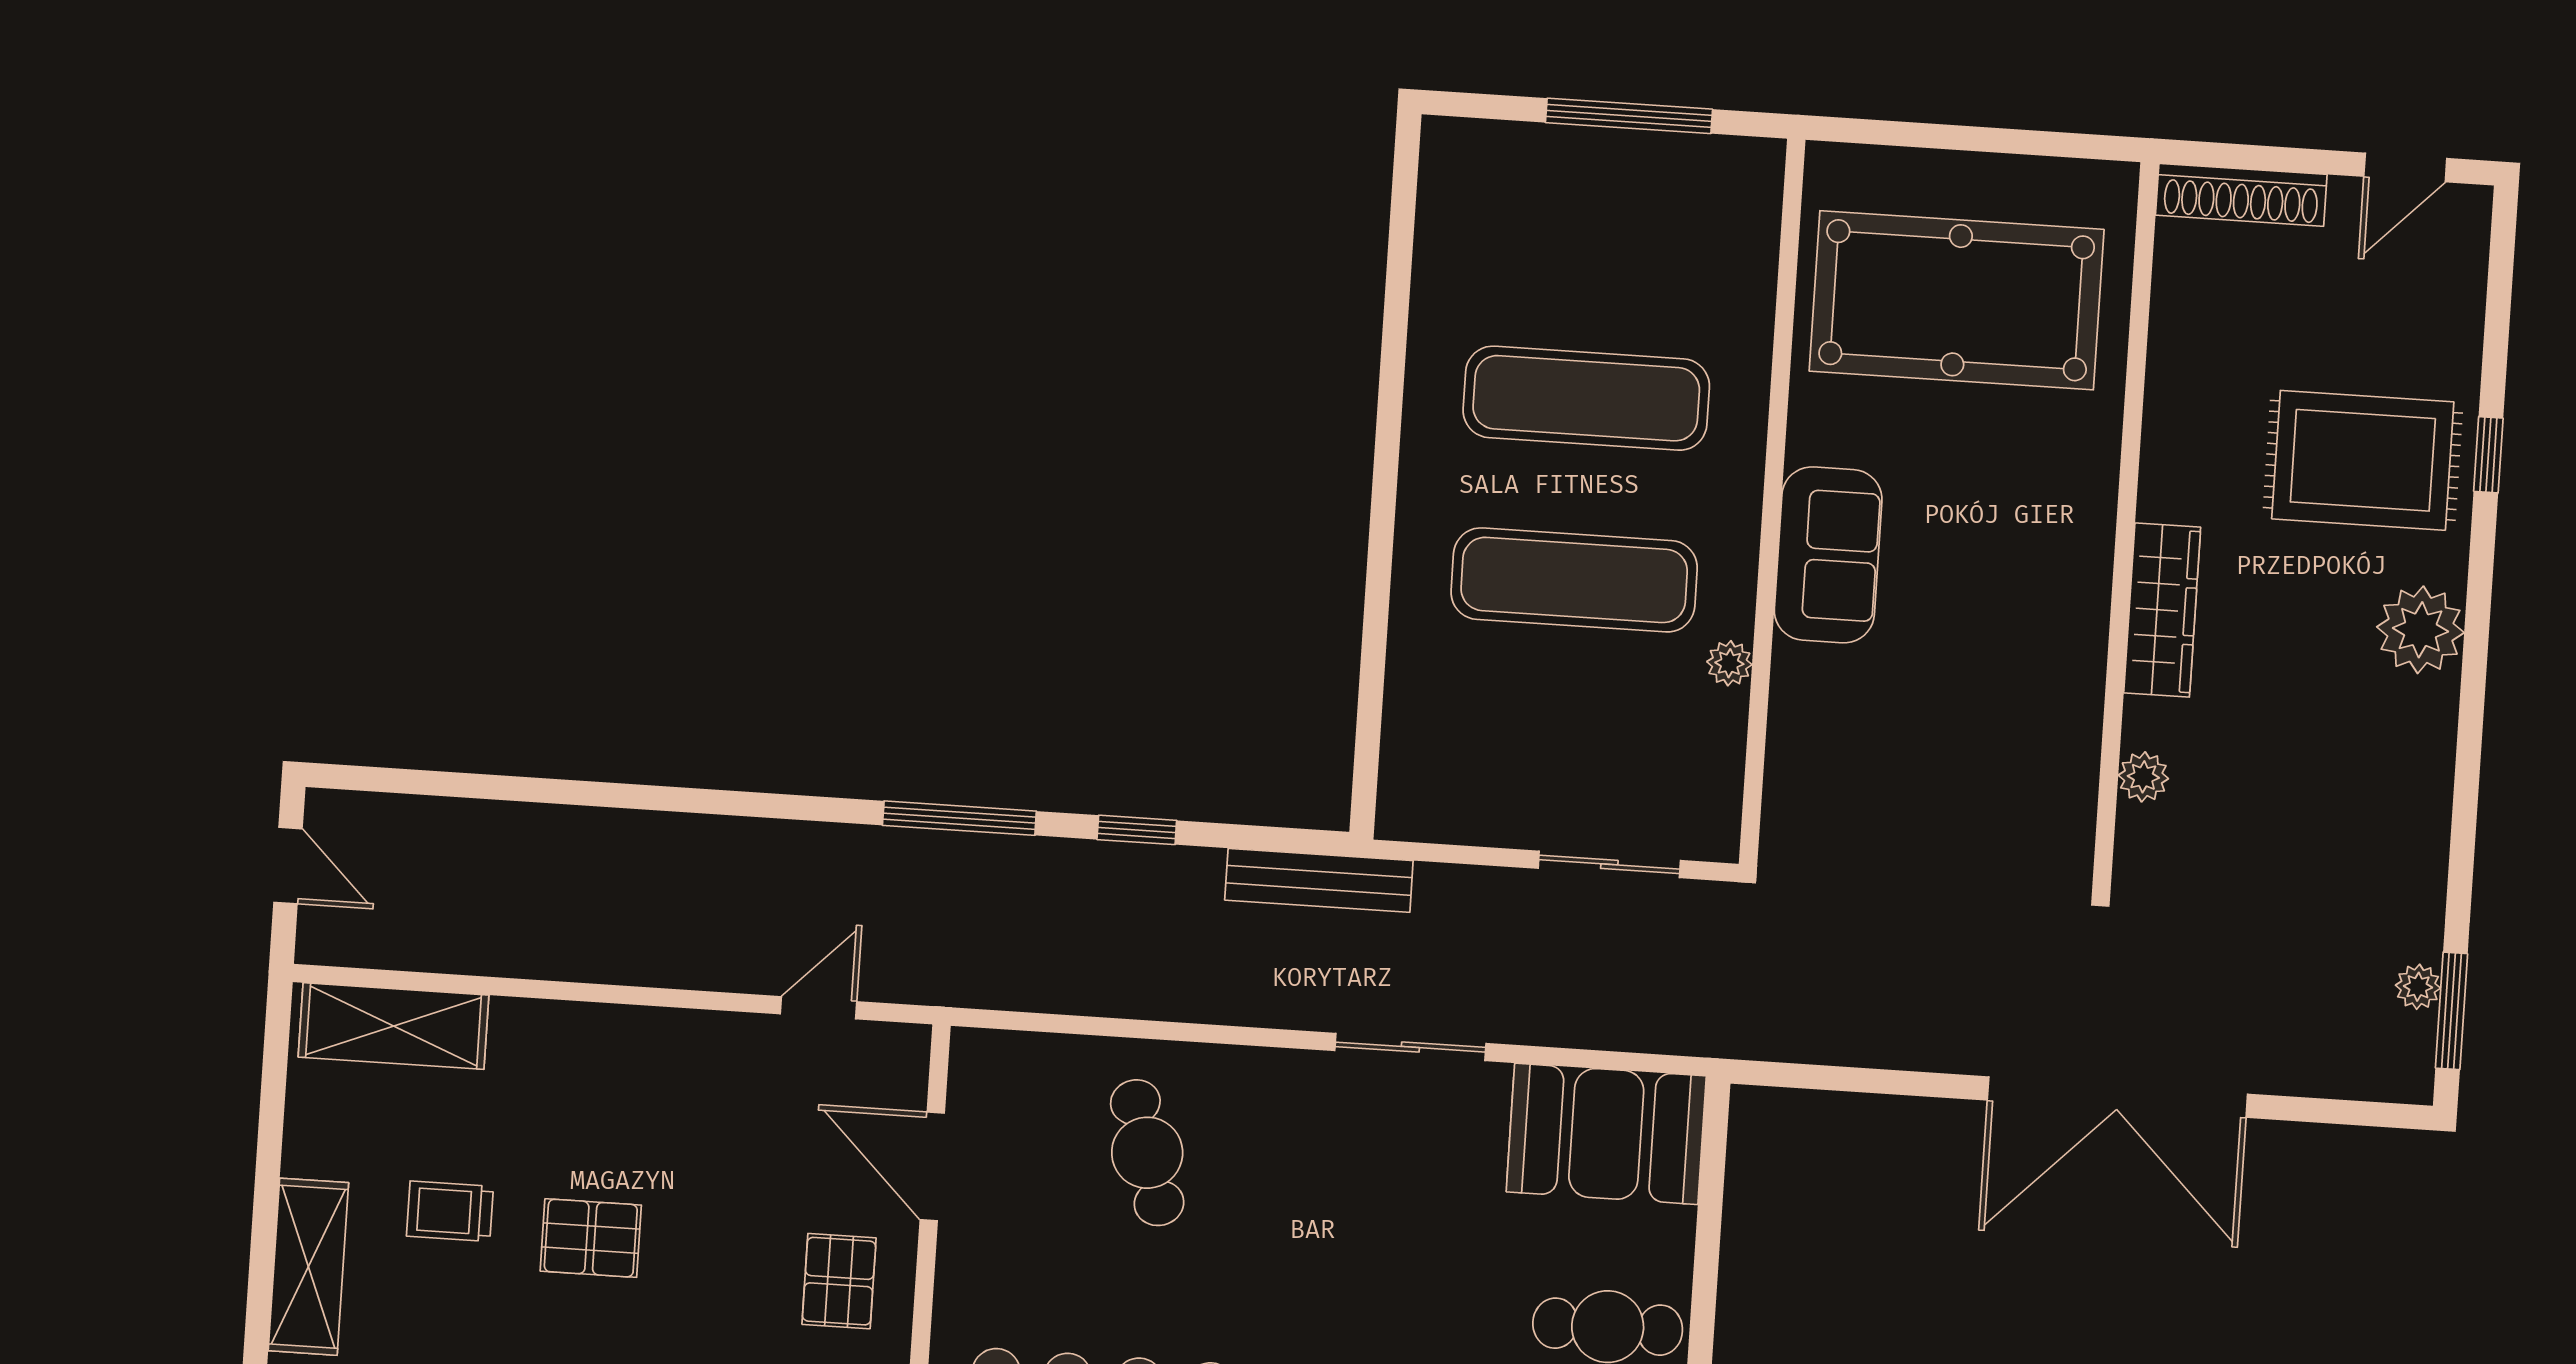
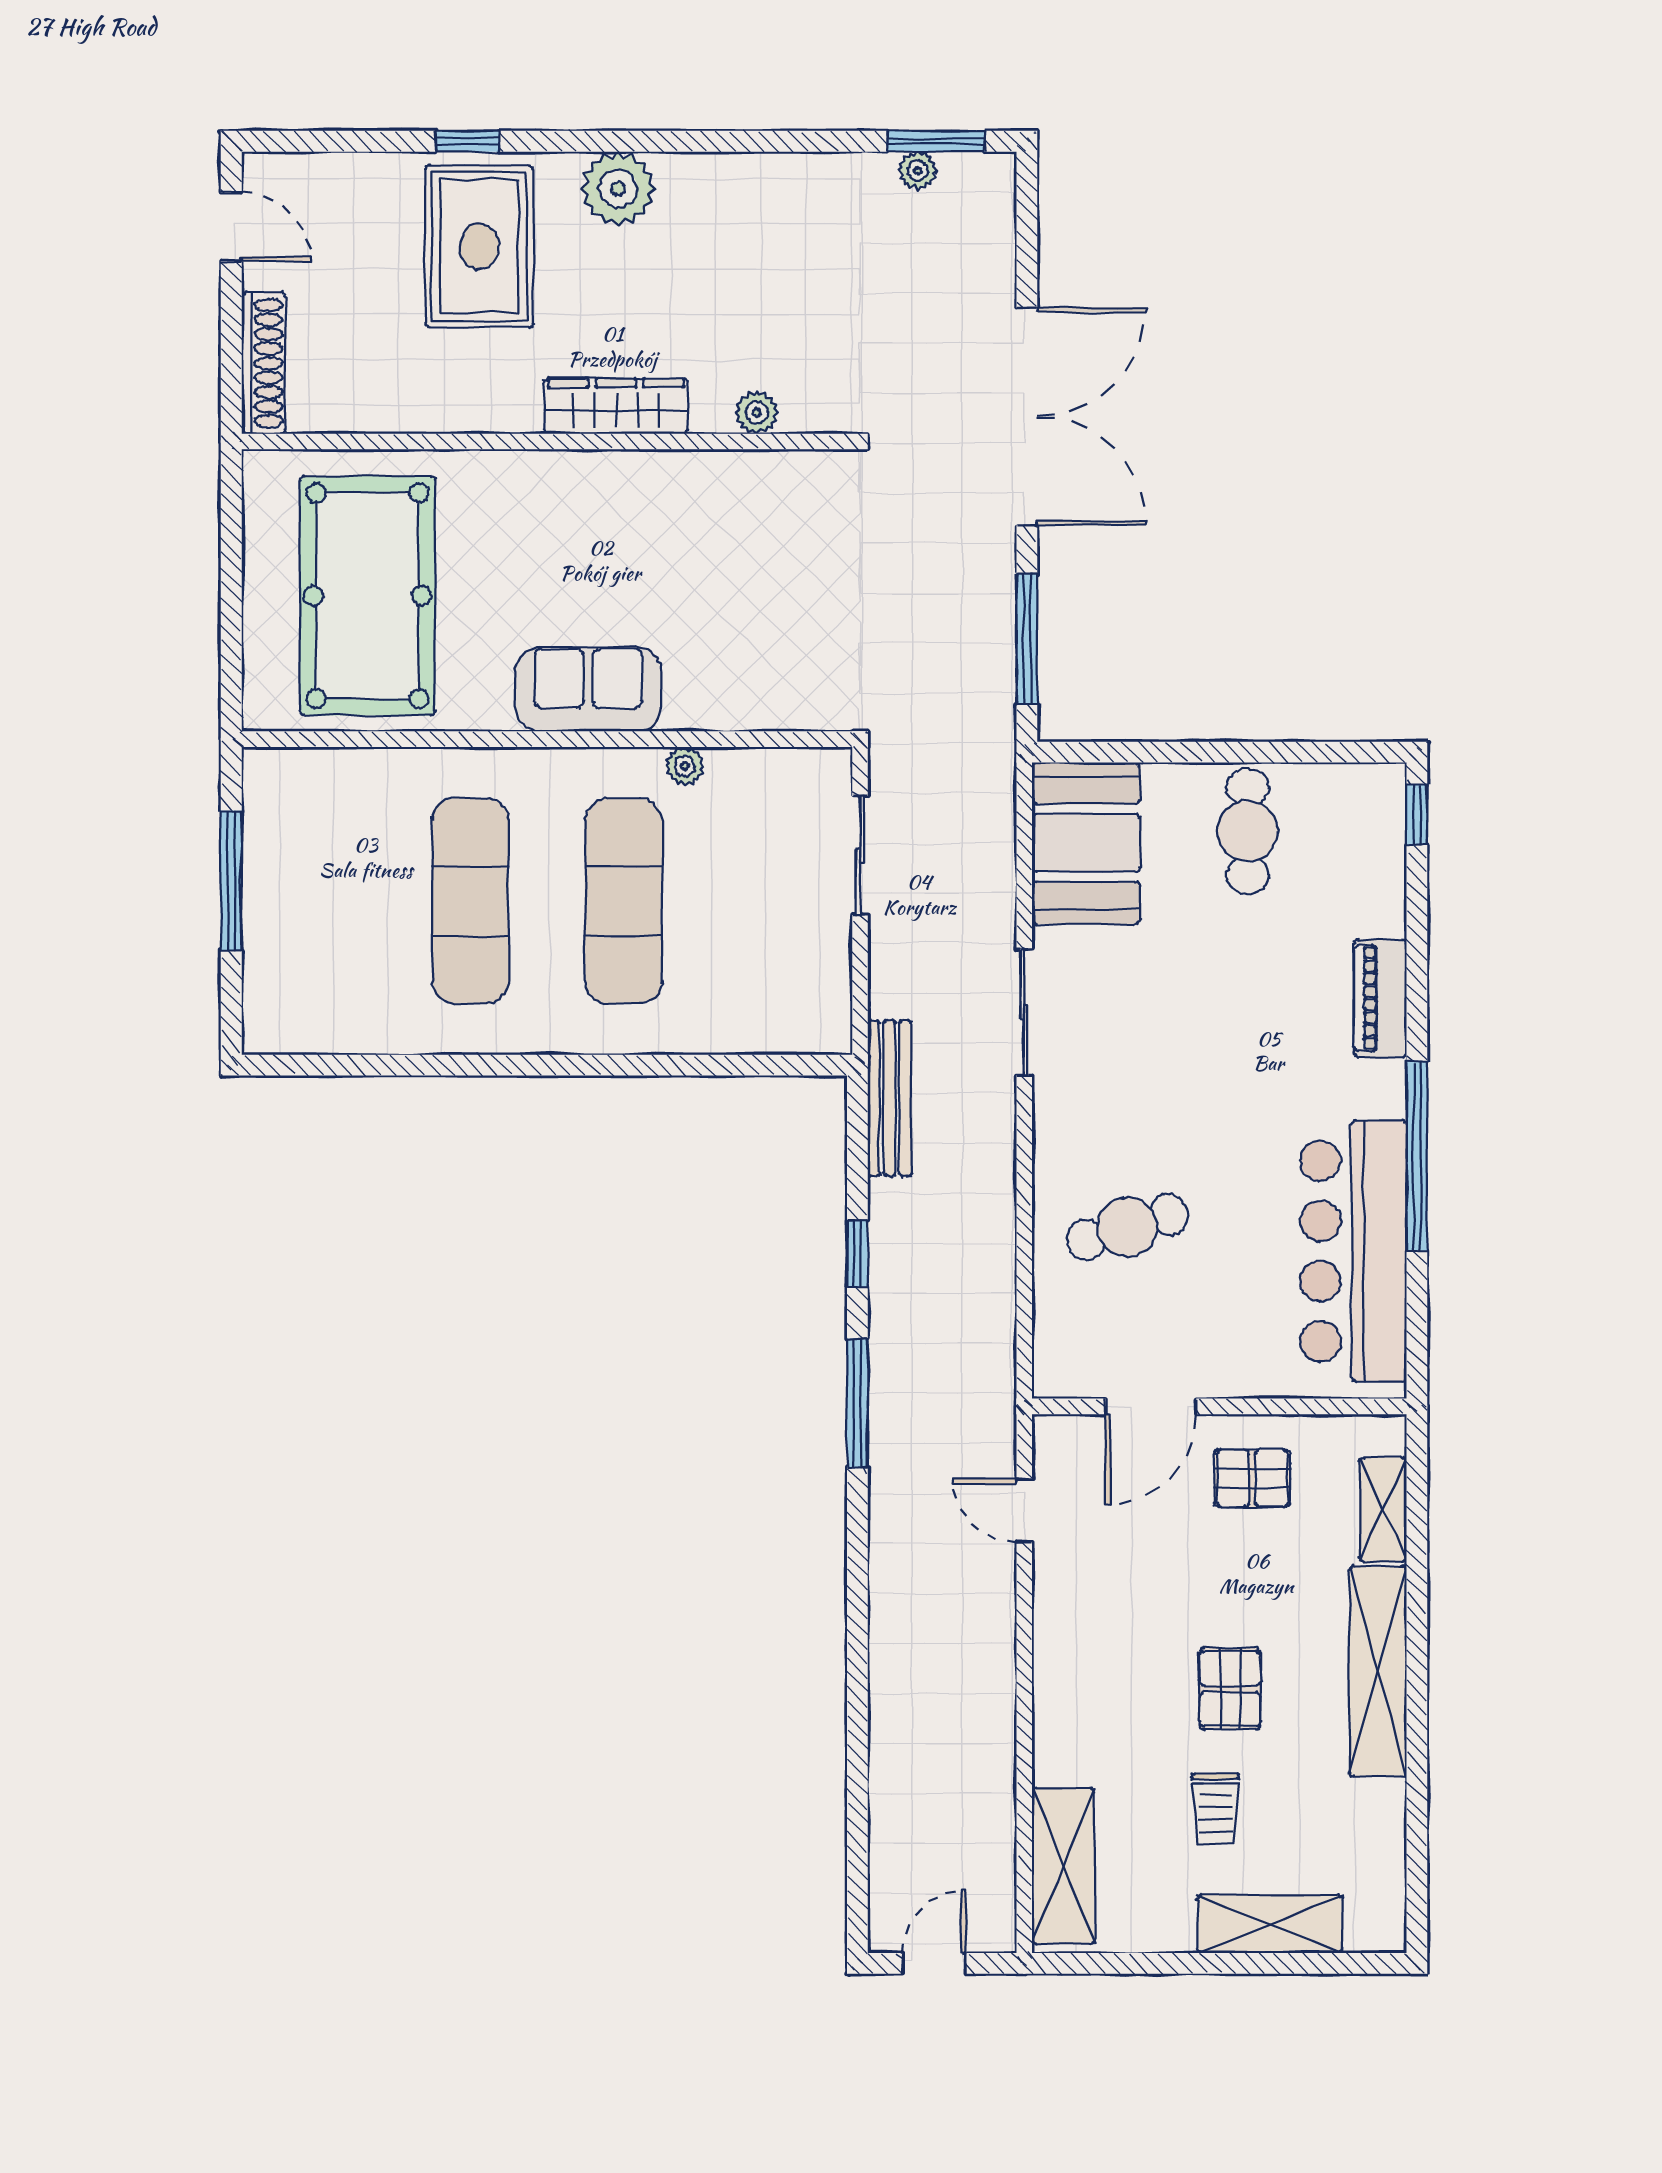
window: (1853, 1080) -> (1027, 639), added

